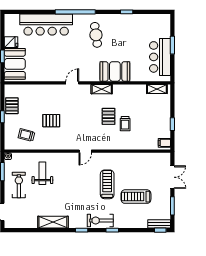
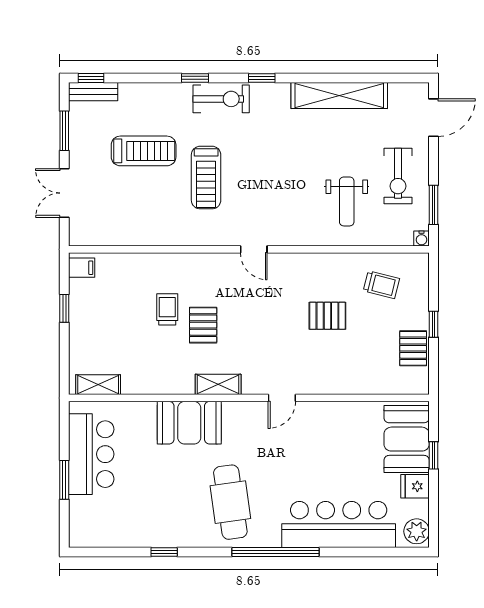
plant: (10, 21) -> (417, 531), added
cafe table: (96, 35) -> (230, 502), width x1.37, depth x1.35
door: (85, 151) -> (254, 249), swing flipped
shelving: (53, 222) -> (339, 95), width x1.47

